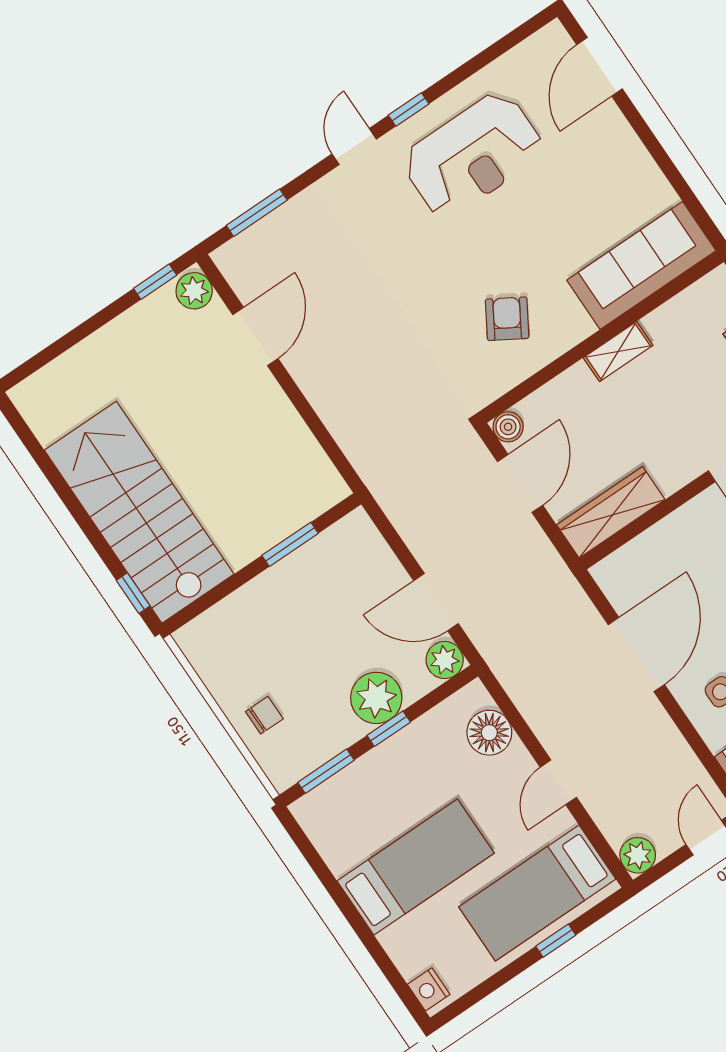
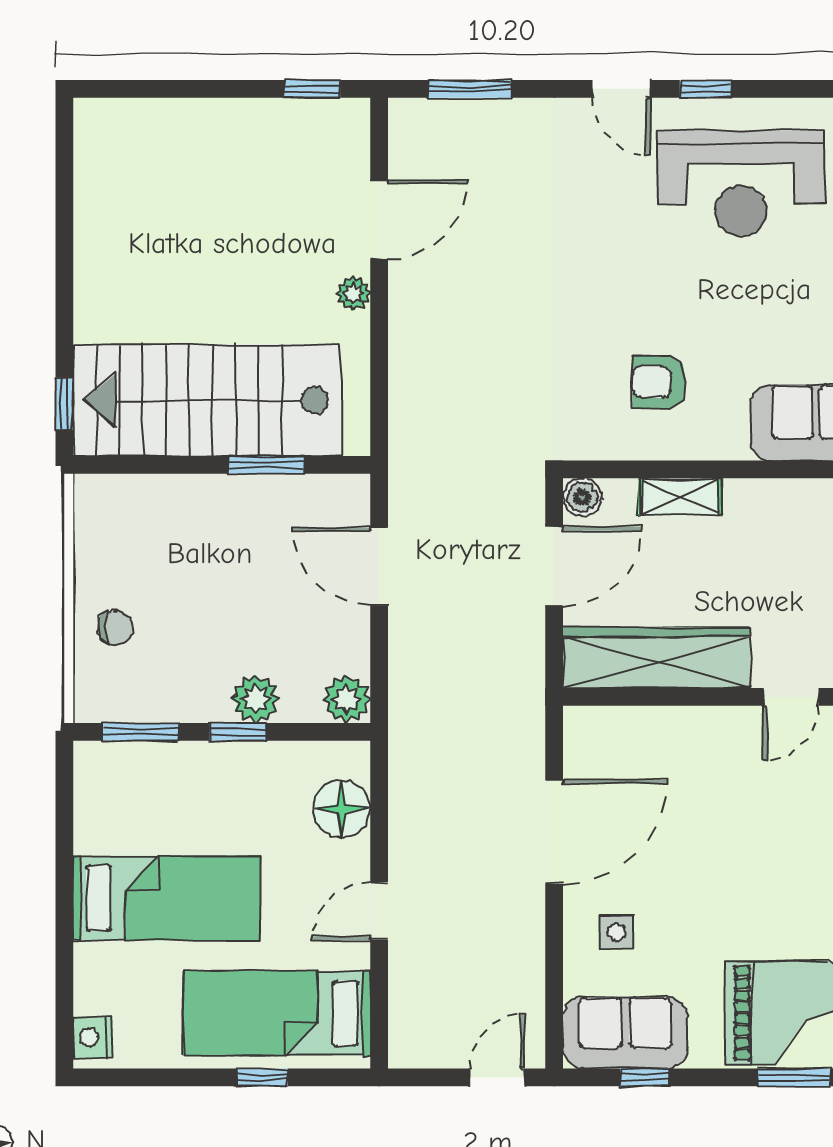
door: (354, 146) -> (621, 89), swing flipped
plant: (194, 291) -> (354, 293), moved, width x0.73, depth x0.73
armchair: (507, 319) -> (659, 382), turned -121
shelving: (618, 351) -> (680, 497), moved
stairs: (139, 512) -> (207, 400), moved, turned -90
wardrobe: (611, 512) -> (656, 658), width x1.40, depth x1.17
door: (436, 602) -> (379, 566), moved
plant: (376, 698) -> (256, 699), width x0.73, depth x0.73
plant: (638, 855) -> (411, 1046), removed

